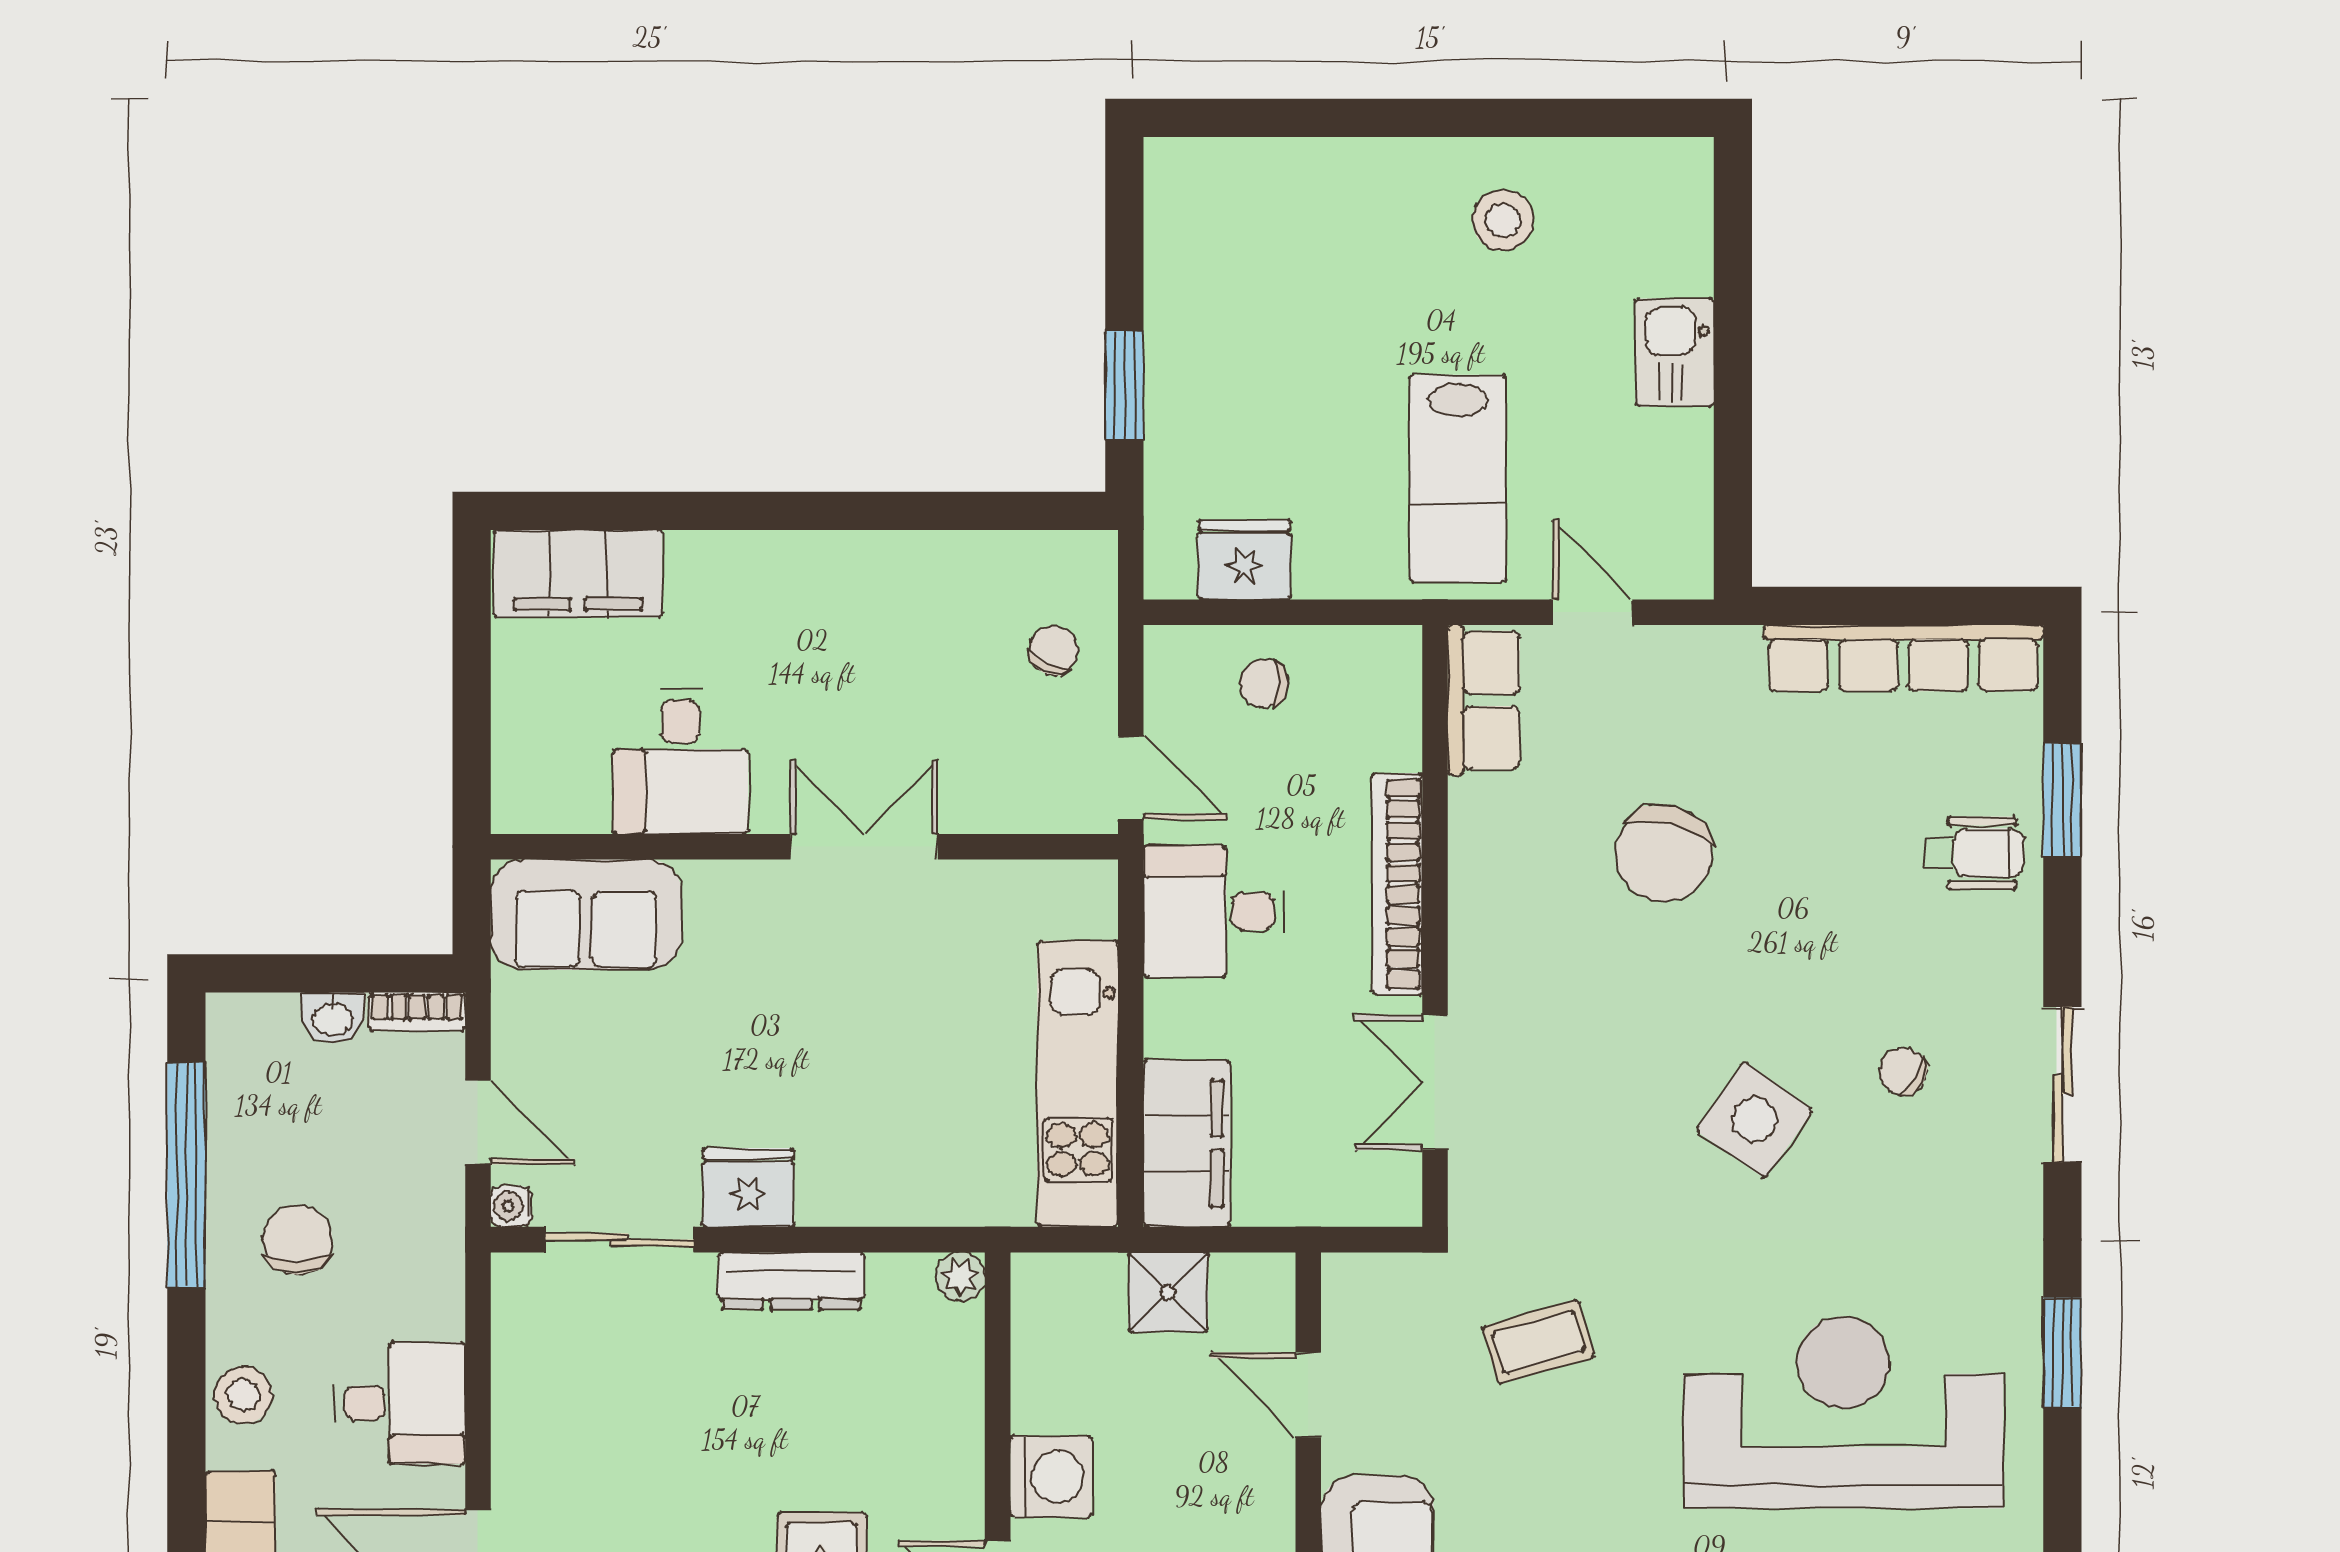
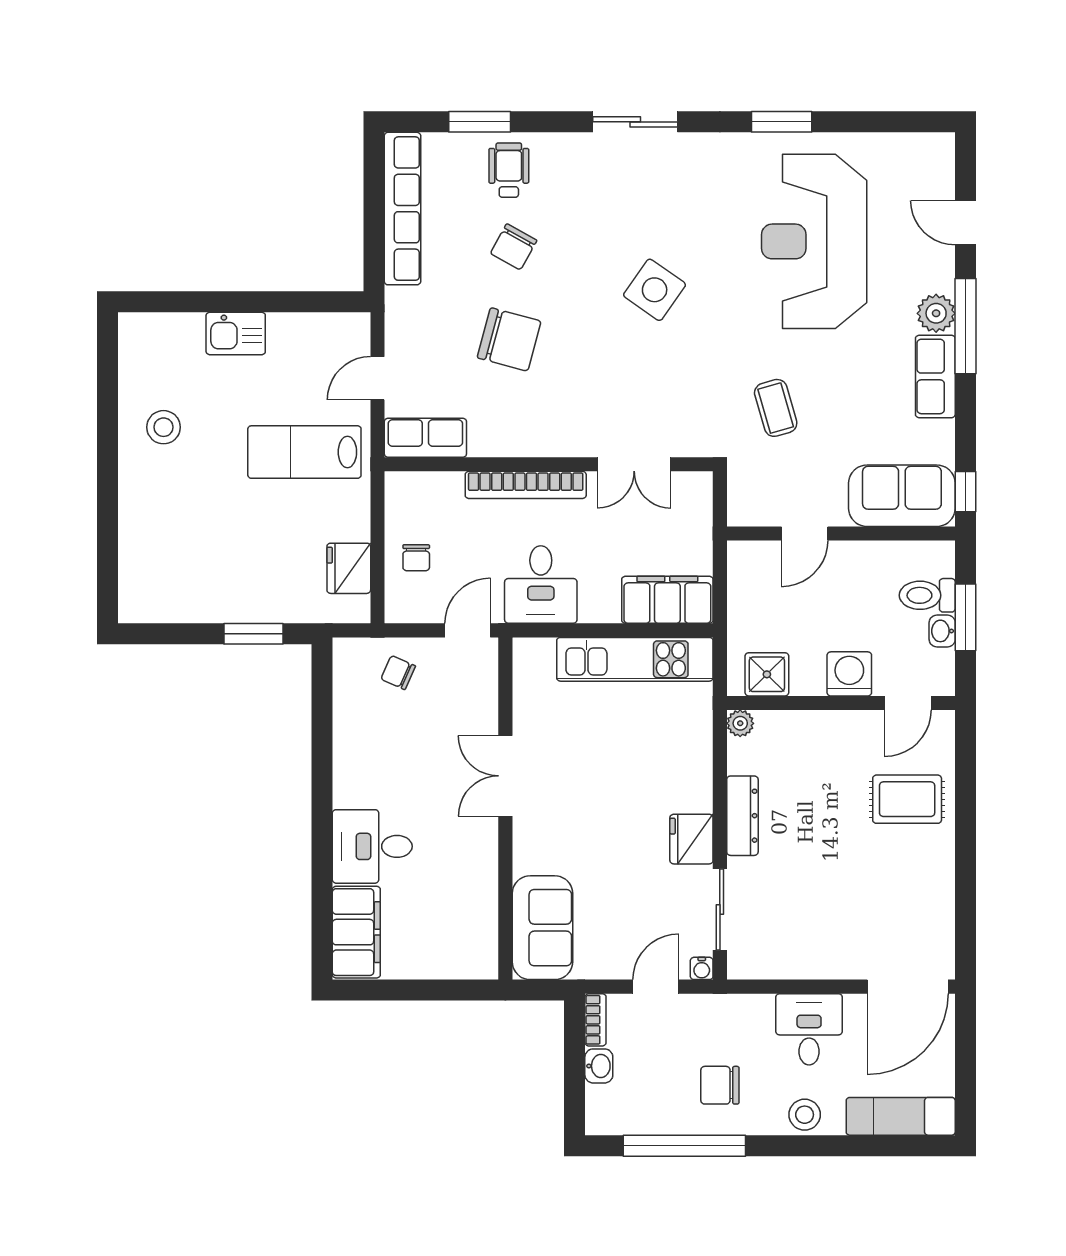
lab bench: (1457, 479) -> (304, 452), turned 180
desk: (681, 761) -> (372, 846), moved, turned 180
chair: (1903, 1071) -> (514, 247), moved, width x1.37, depth x1.37
shower: (1168, 1292) -> (767, 674), moved

